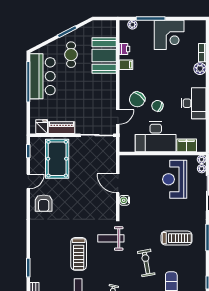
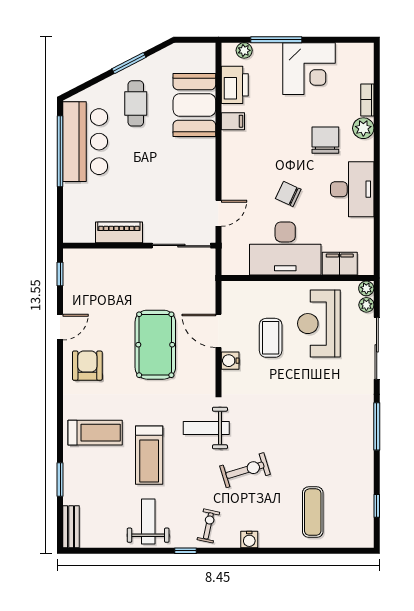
printer: (125, 49) -> (235, 85), width x1.87, depth x1.48
chair: (137, 99) -> (325, 140), moved, turned 142
fridge: (42, 127) -> (84, 231), removed
pool table: (57, 159) -> (155, 345), moved
coffee table: (147, 187) -> (271, 338), added
armchair: (44, 203) -> (87, 366), turned 180
treadmill: (177, 238) -> (95, 433), moved
exercise bike: (146, 263) -> (245, 470), moved, turned 83

